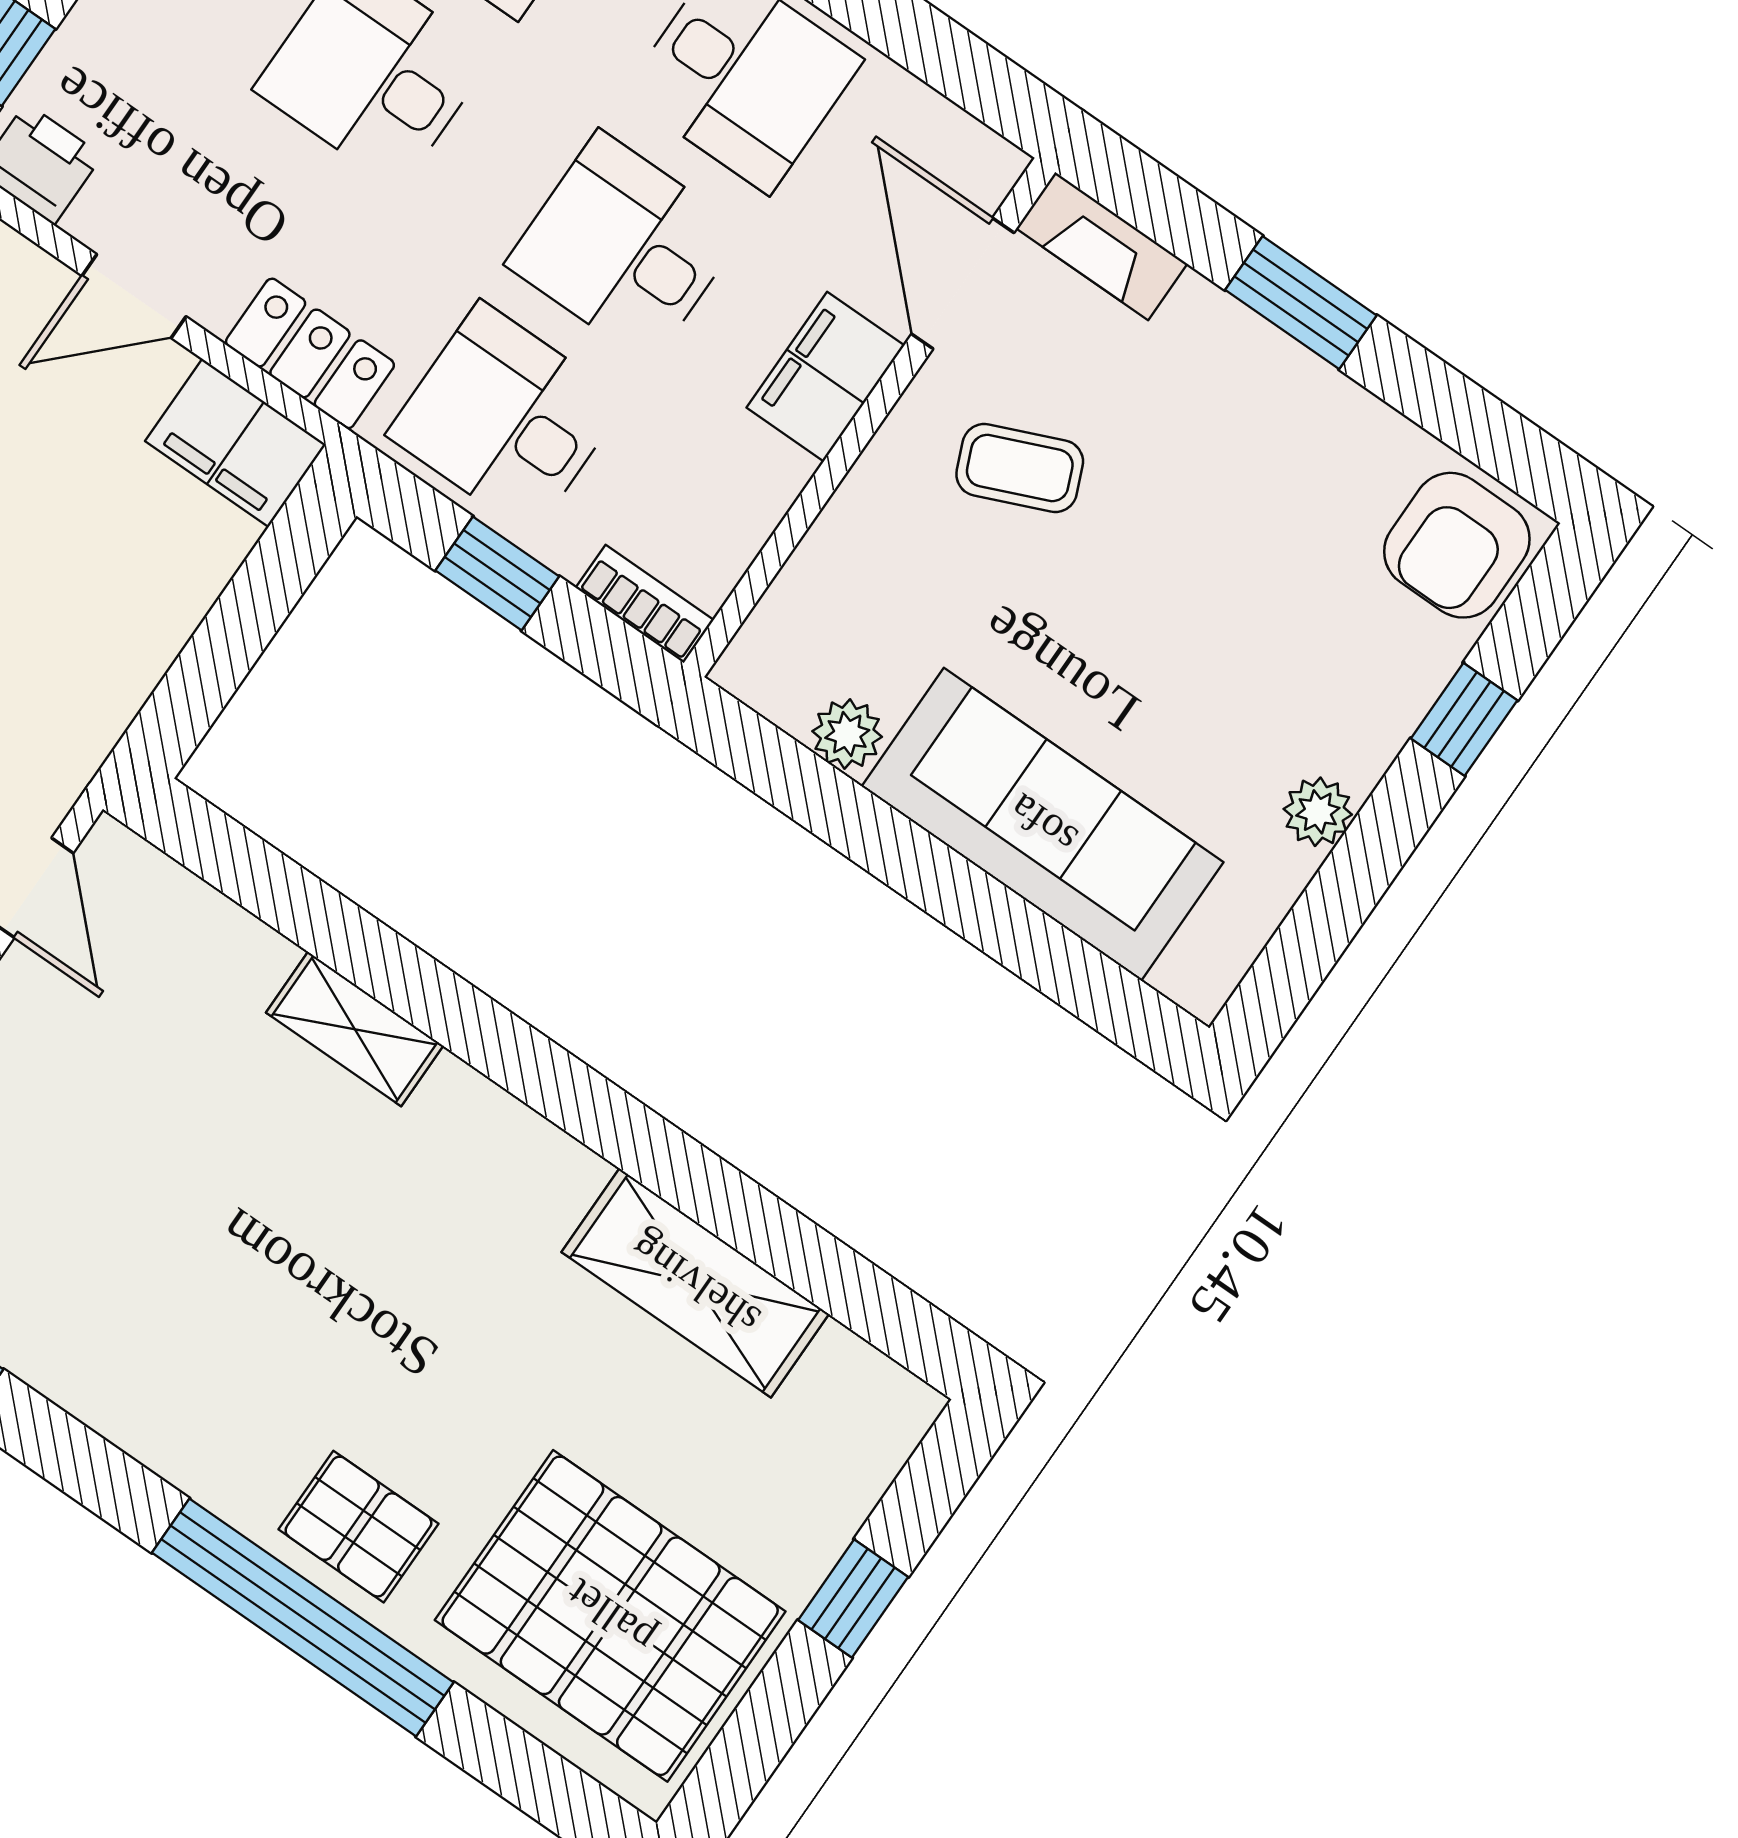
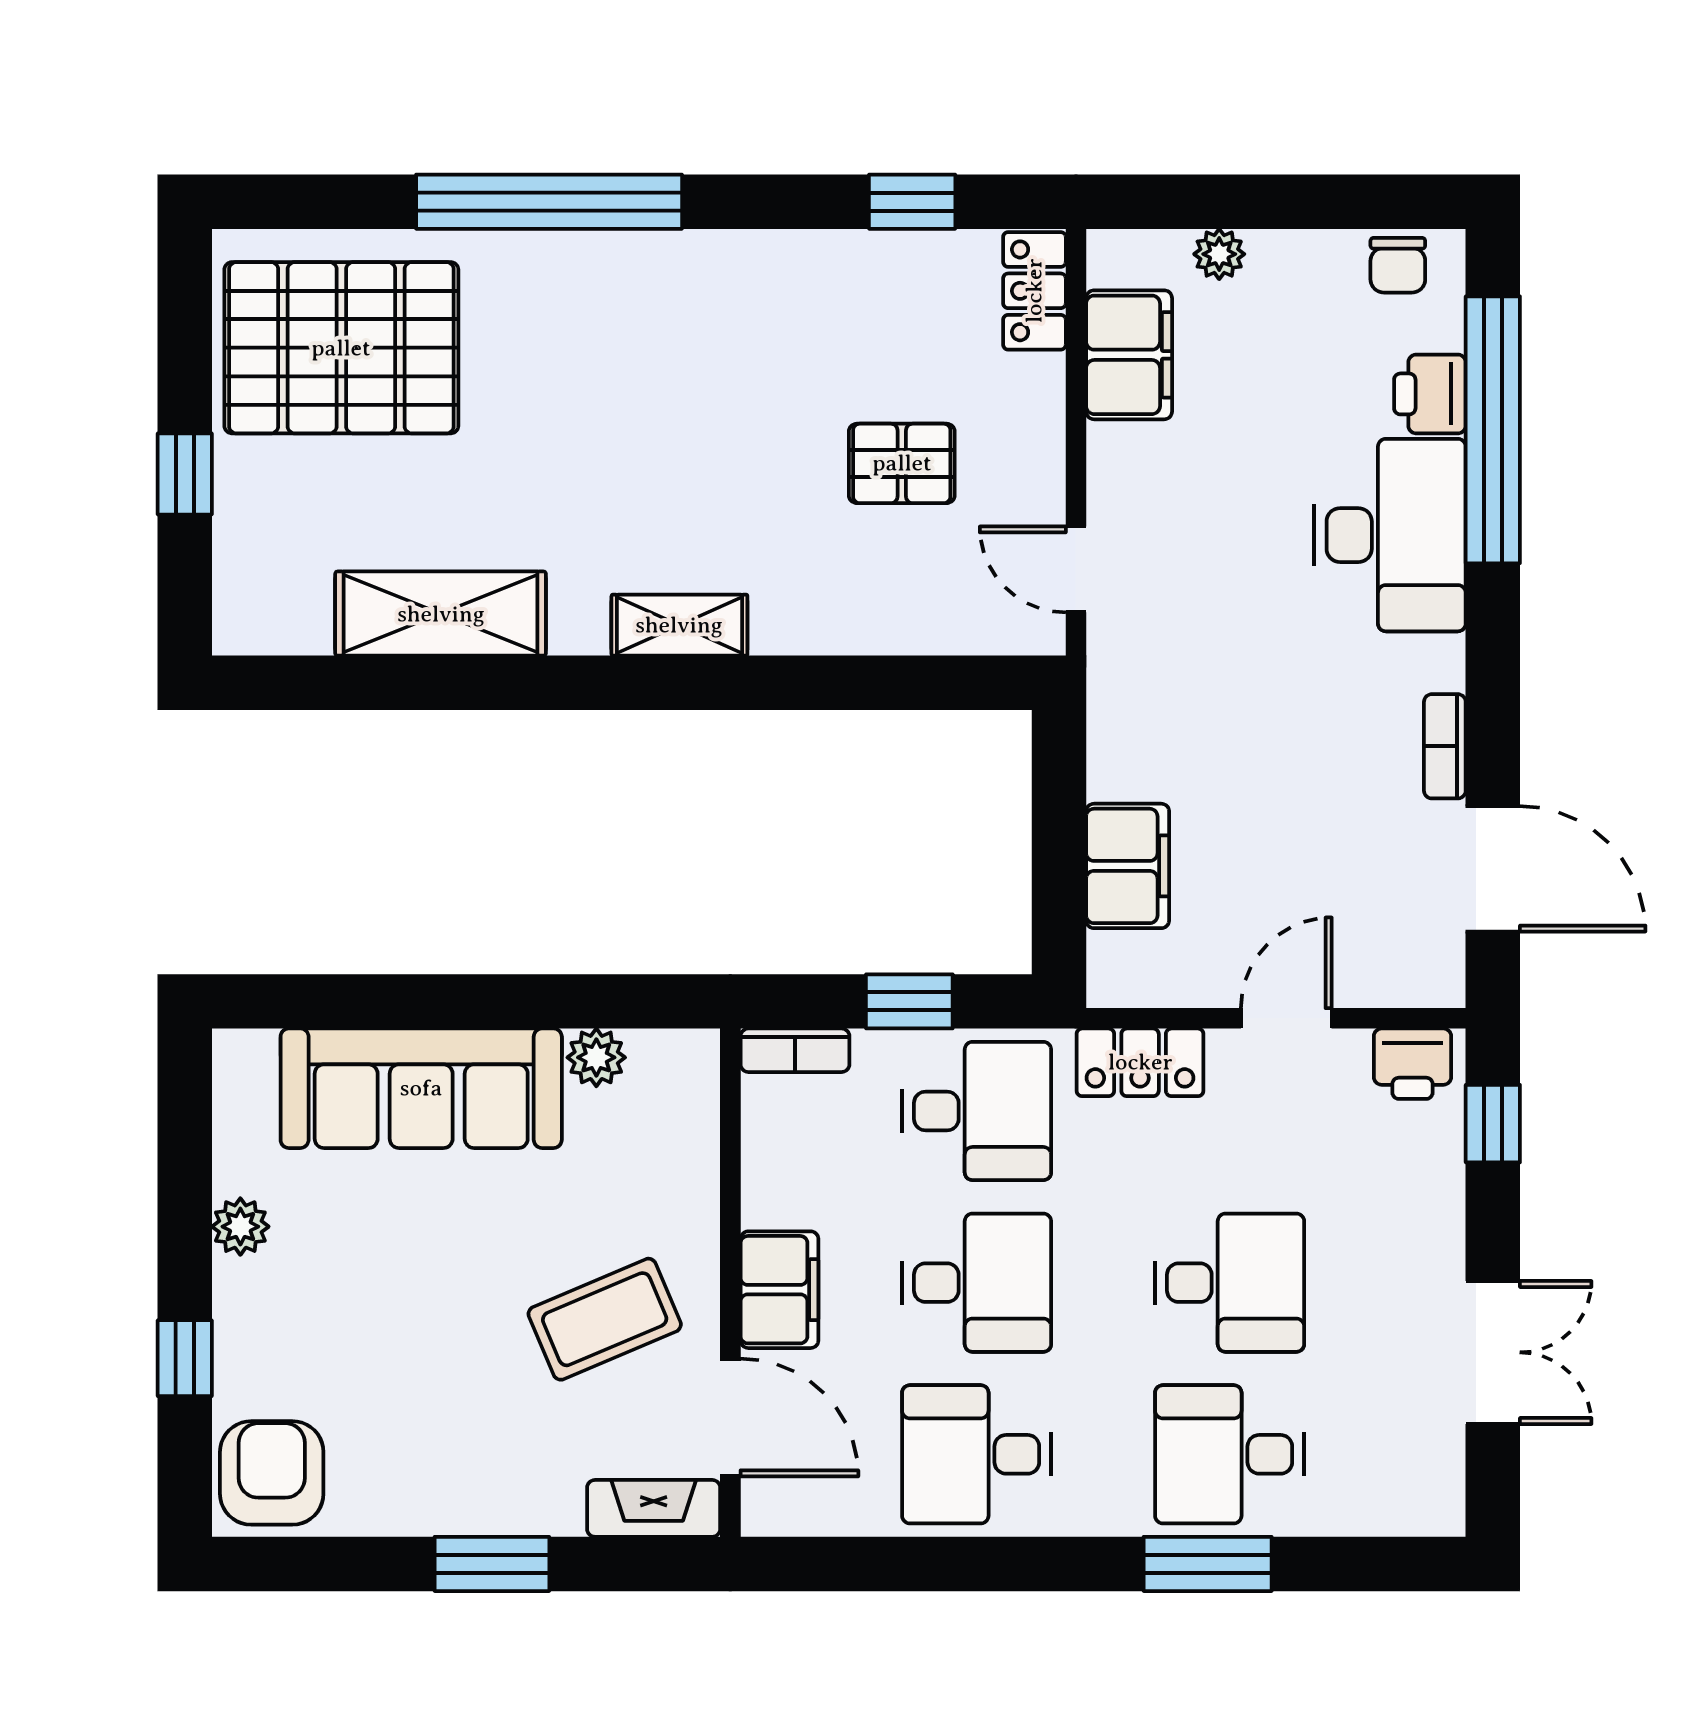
filing cabinet: (236, 443) -> (1128, 866), moved, turned 90
coffee table: (1020, 468) -> (605, 1319), width x1.36, depth x1.30
shelving: (355, 1029) -> (679, 625), moved
pallet: (358, 1527) -> (902, 463), moved

